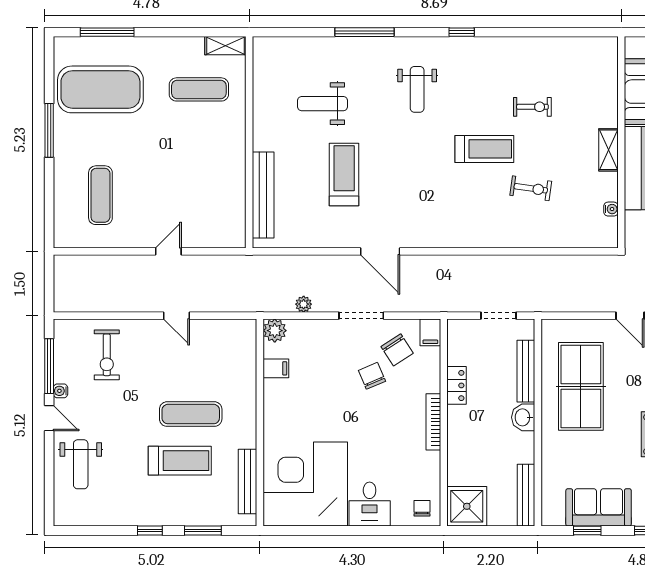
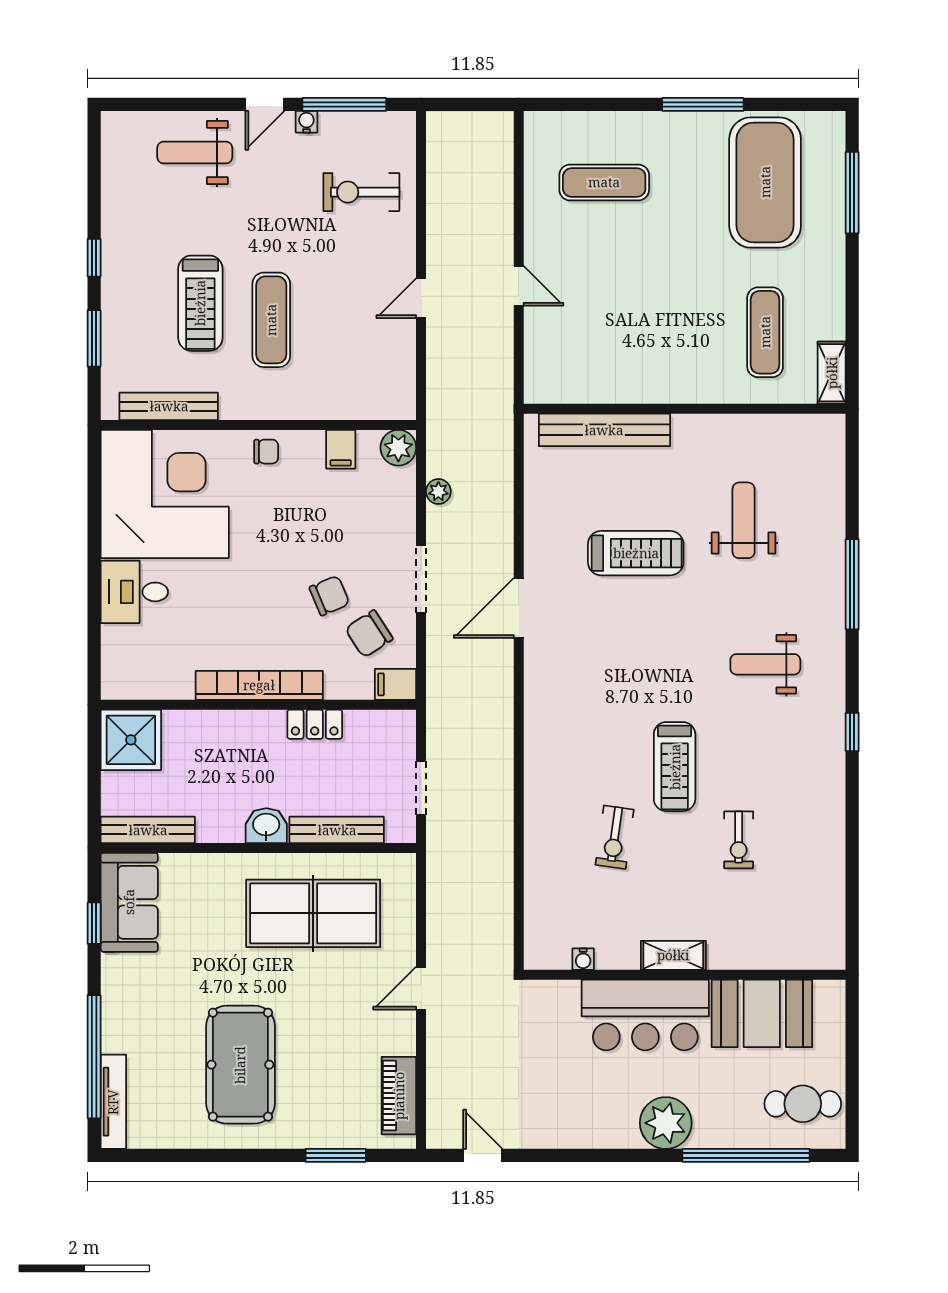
bookcase: (433, 422) -> (259, 685), width x1.48, depth x1.31
sofa: (599, 507) -> (129, 902), moved
chair: (422, 508) -> (266, 452), moved

